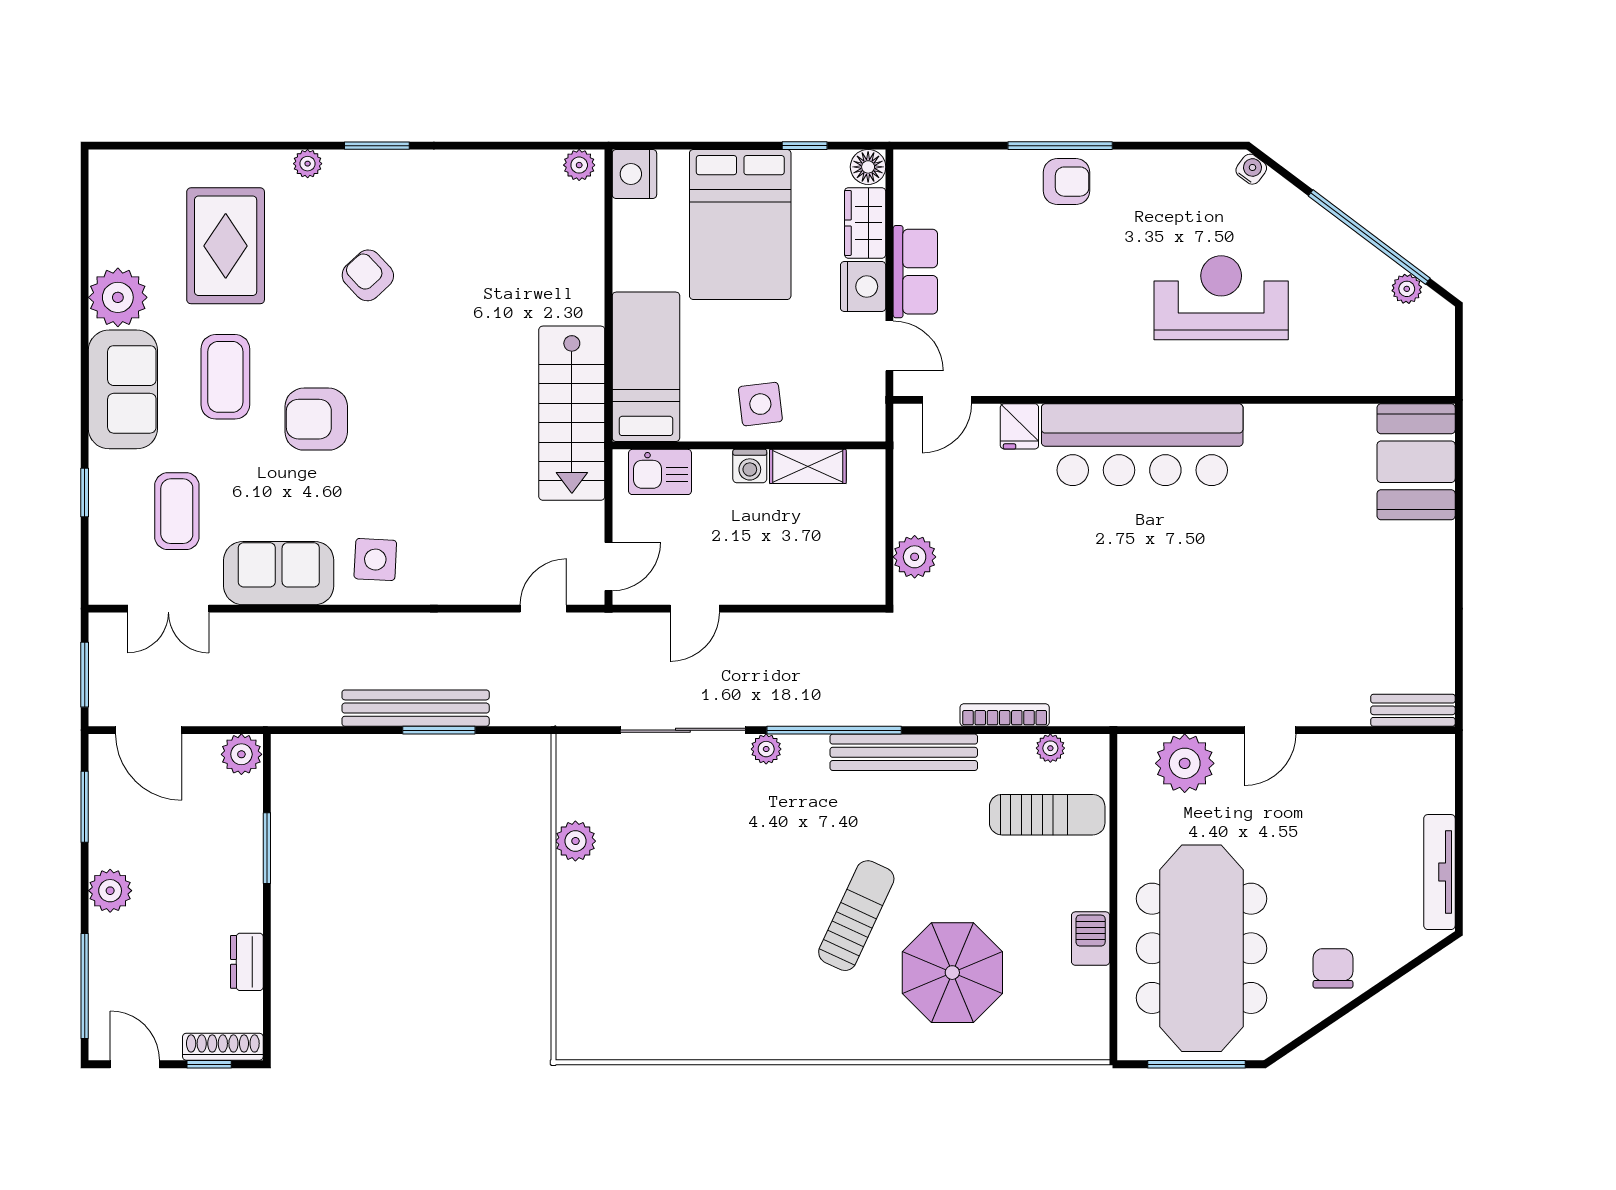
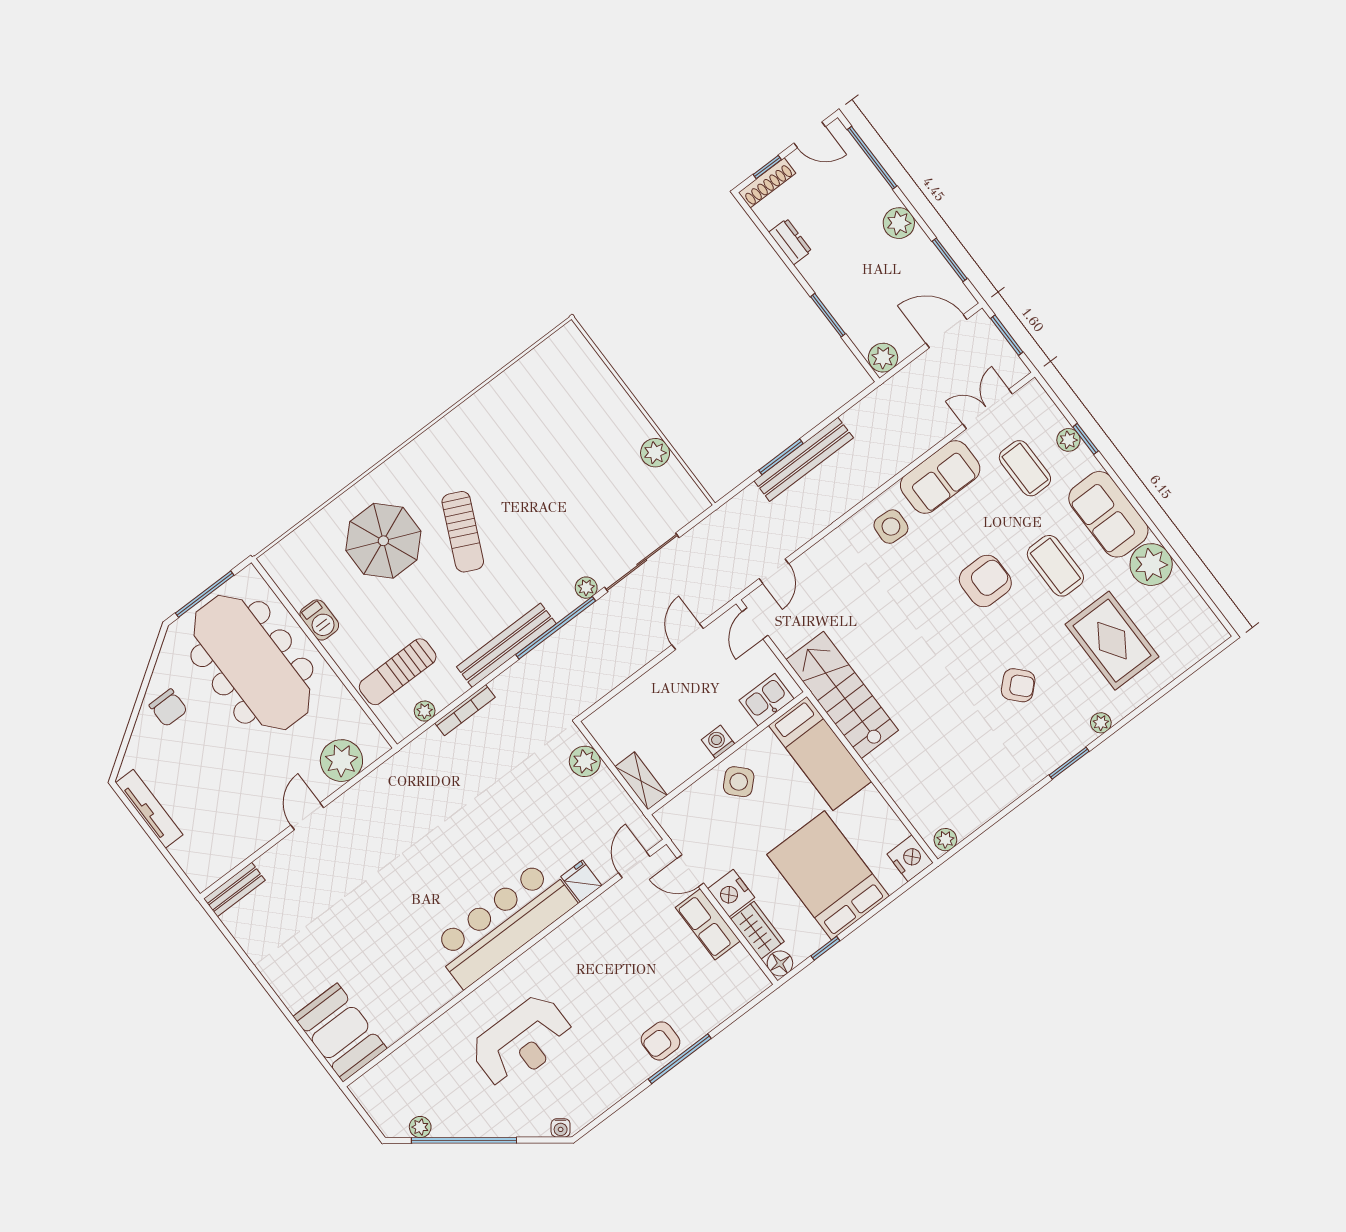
side table: (760, 404) -> (739, 782), turned -37
shelving: (808, 466) -> (641, 781), moved, turned 90
plant: (105, 506) -> (1068, 440), added

